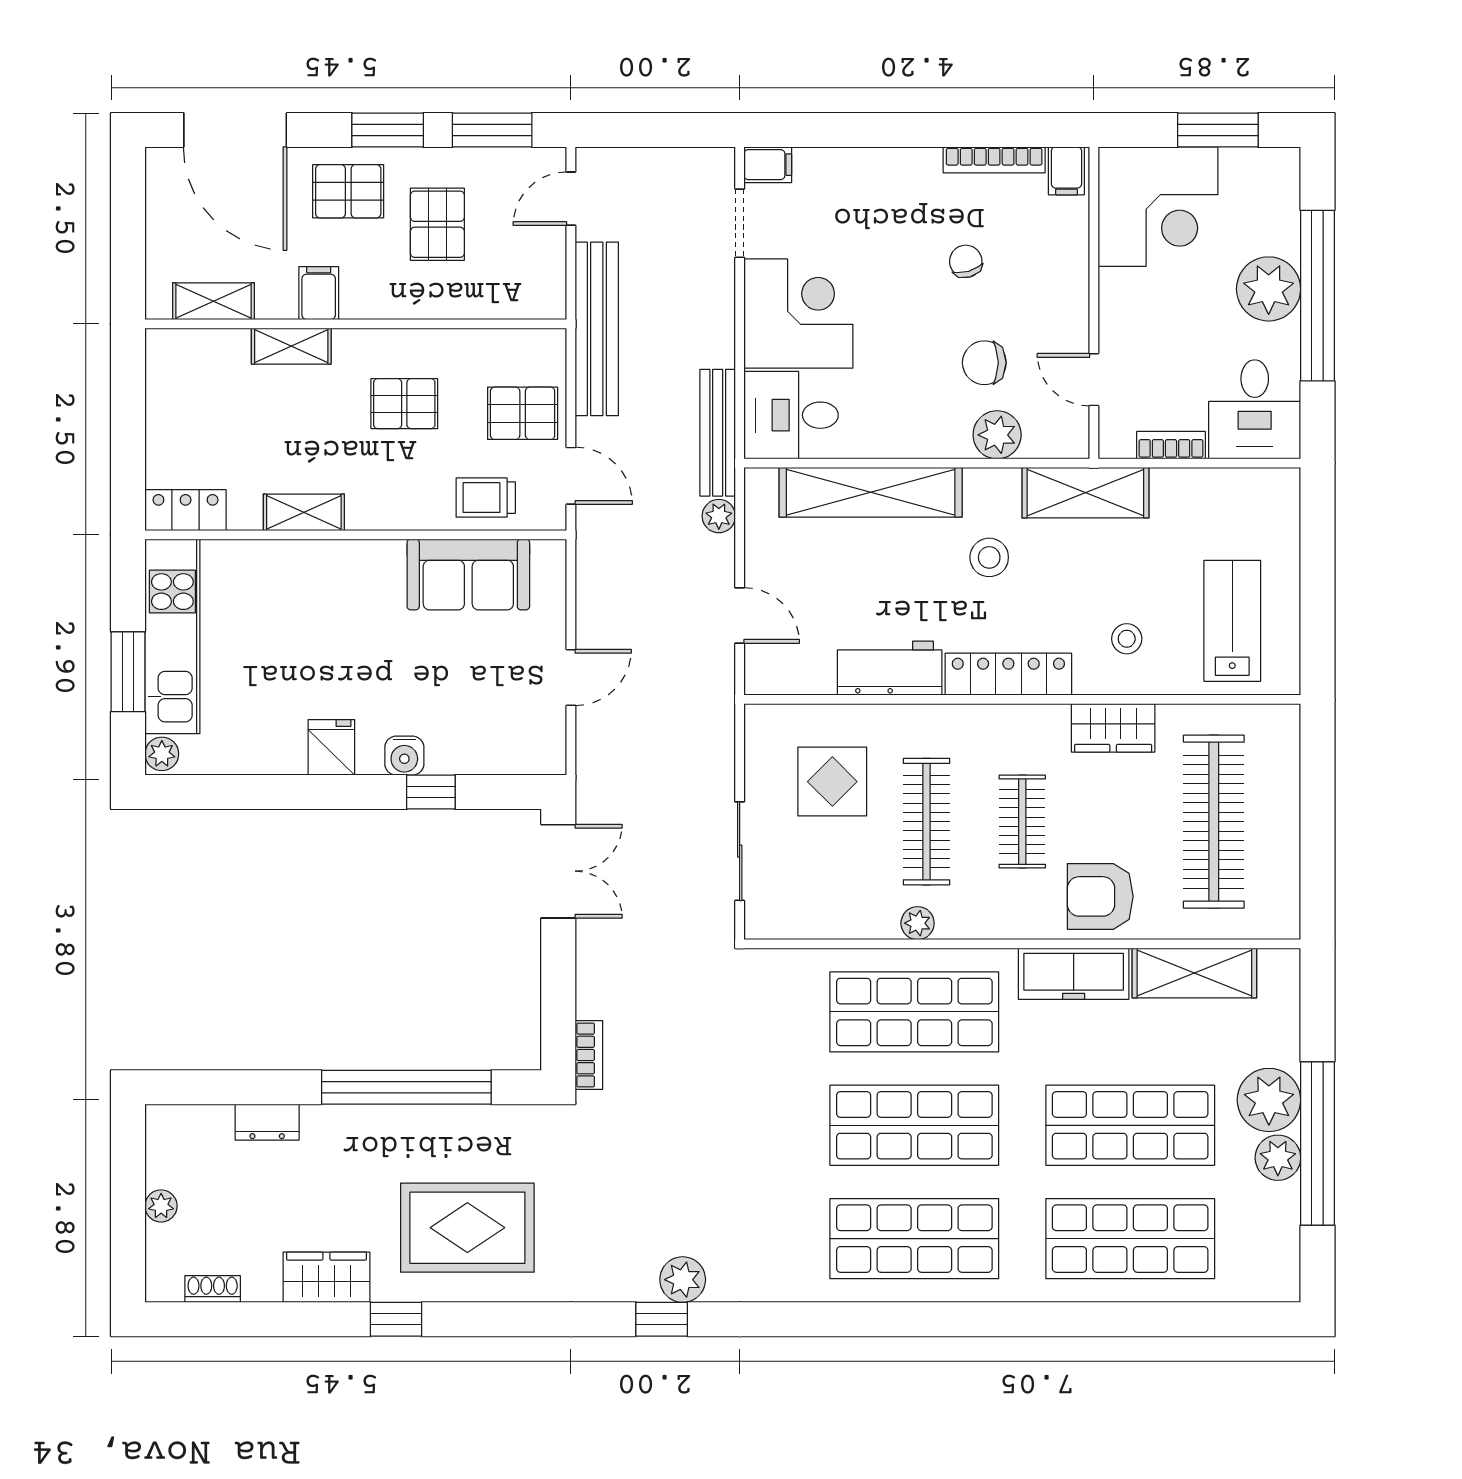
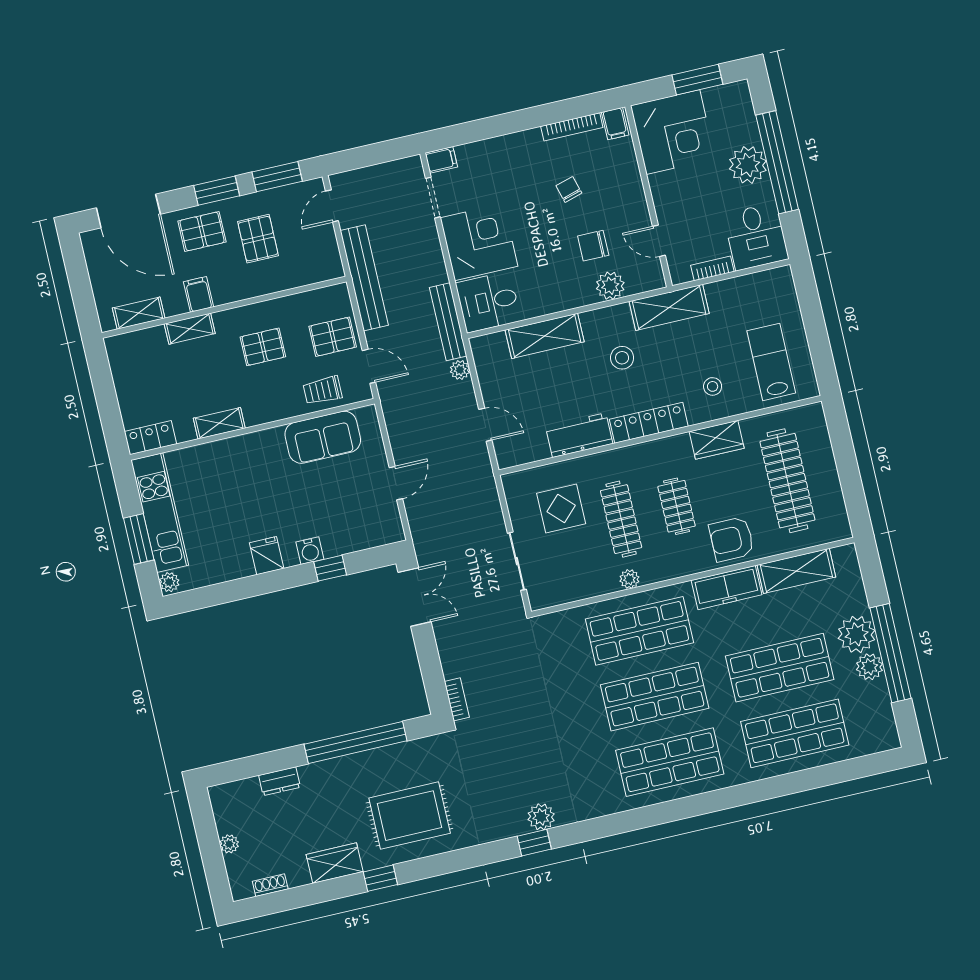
shelving: (871, 492) -> (545, 336), width x0.68

